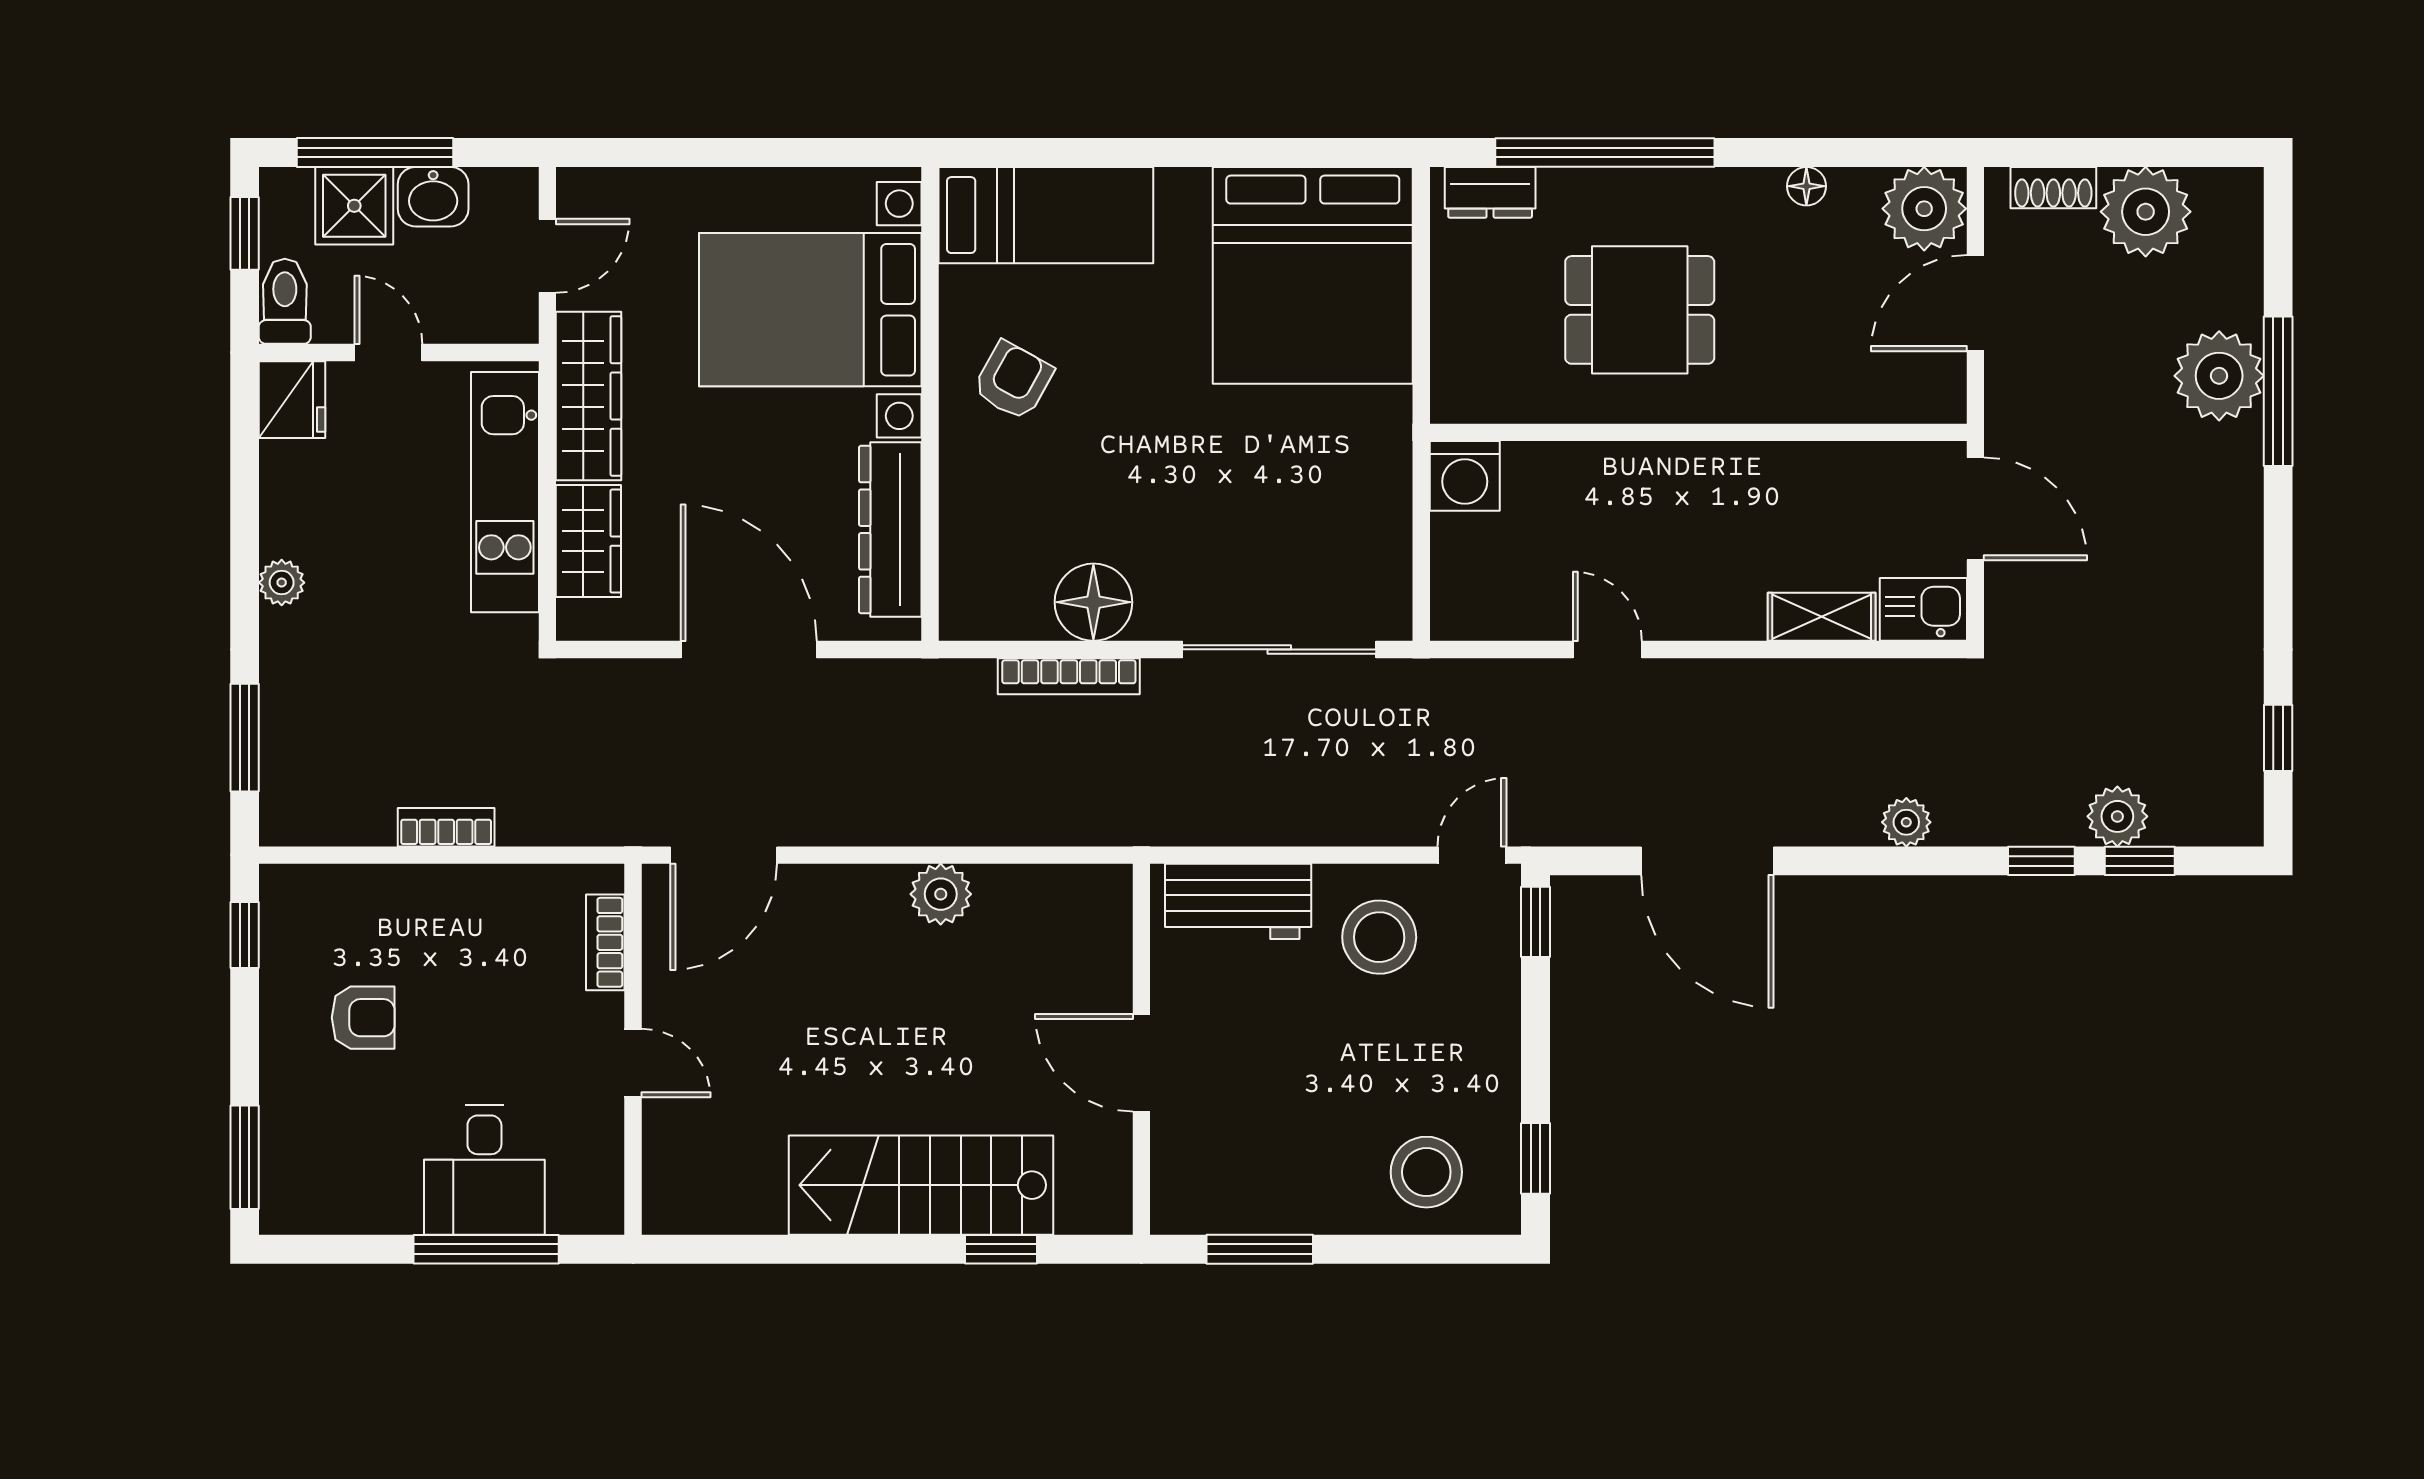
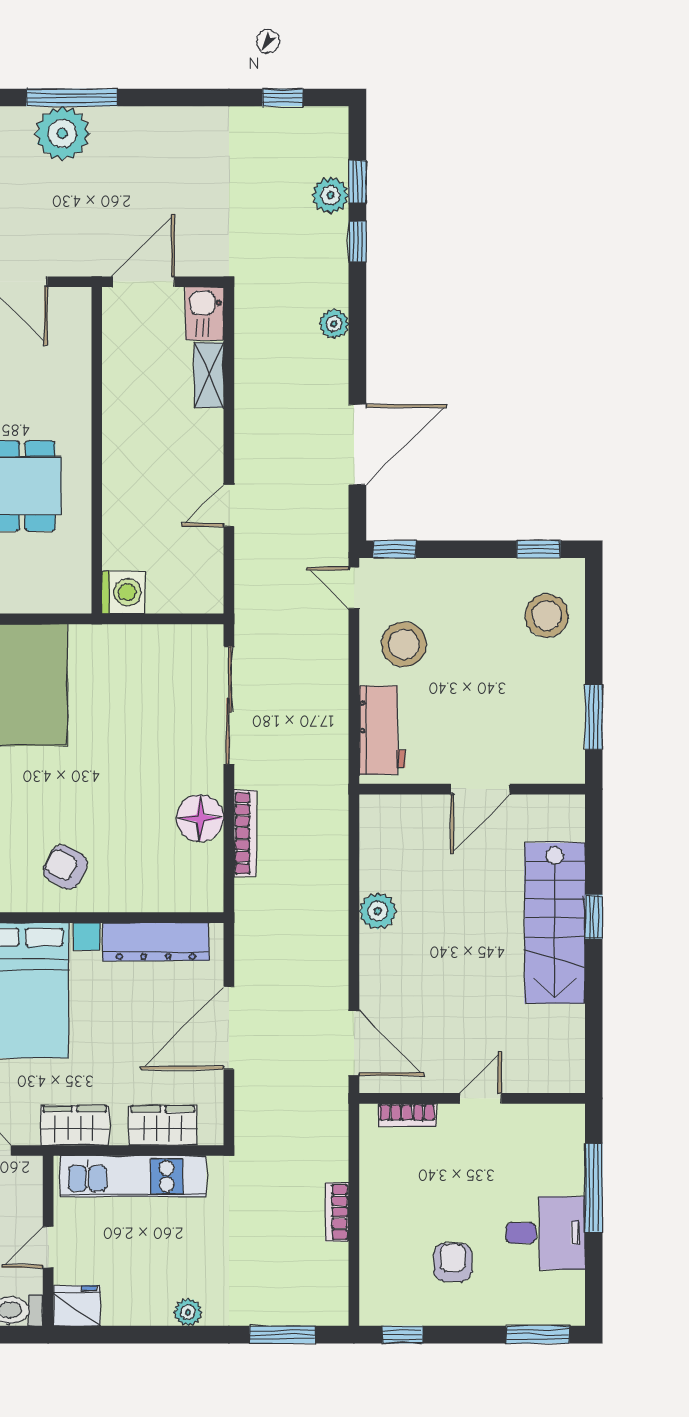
wardrobe: (589, 396) -> (75, 1125), width x0.67
desk: (484, 1170) -> (545, 1233), moved
window: (1001, 1249) -> (594, 917), moved

